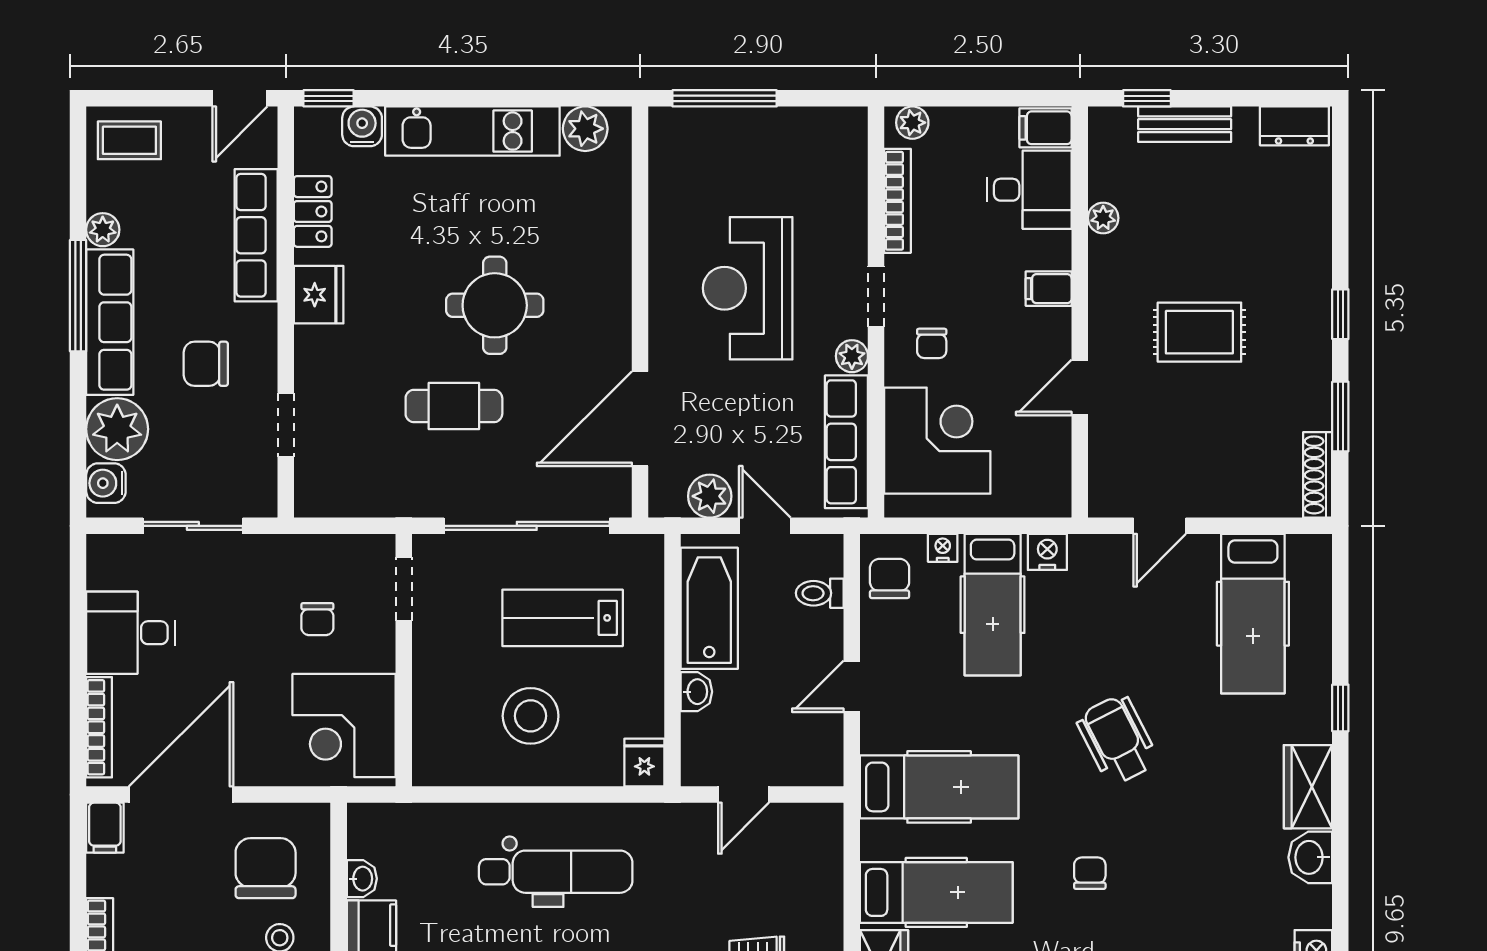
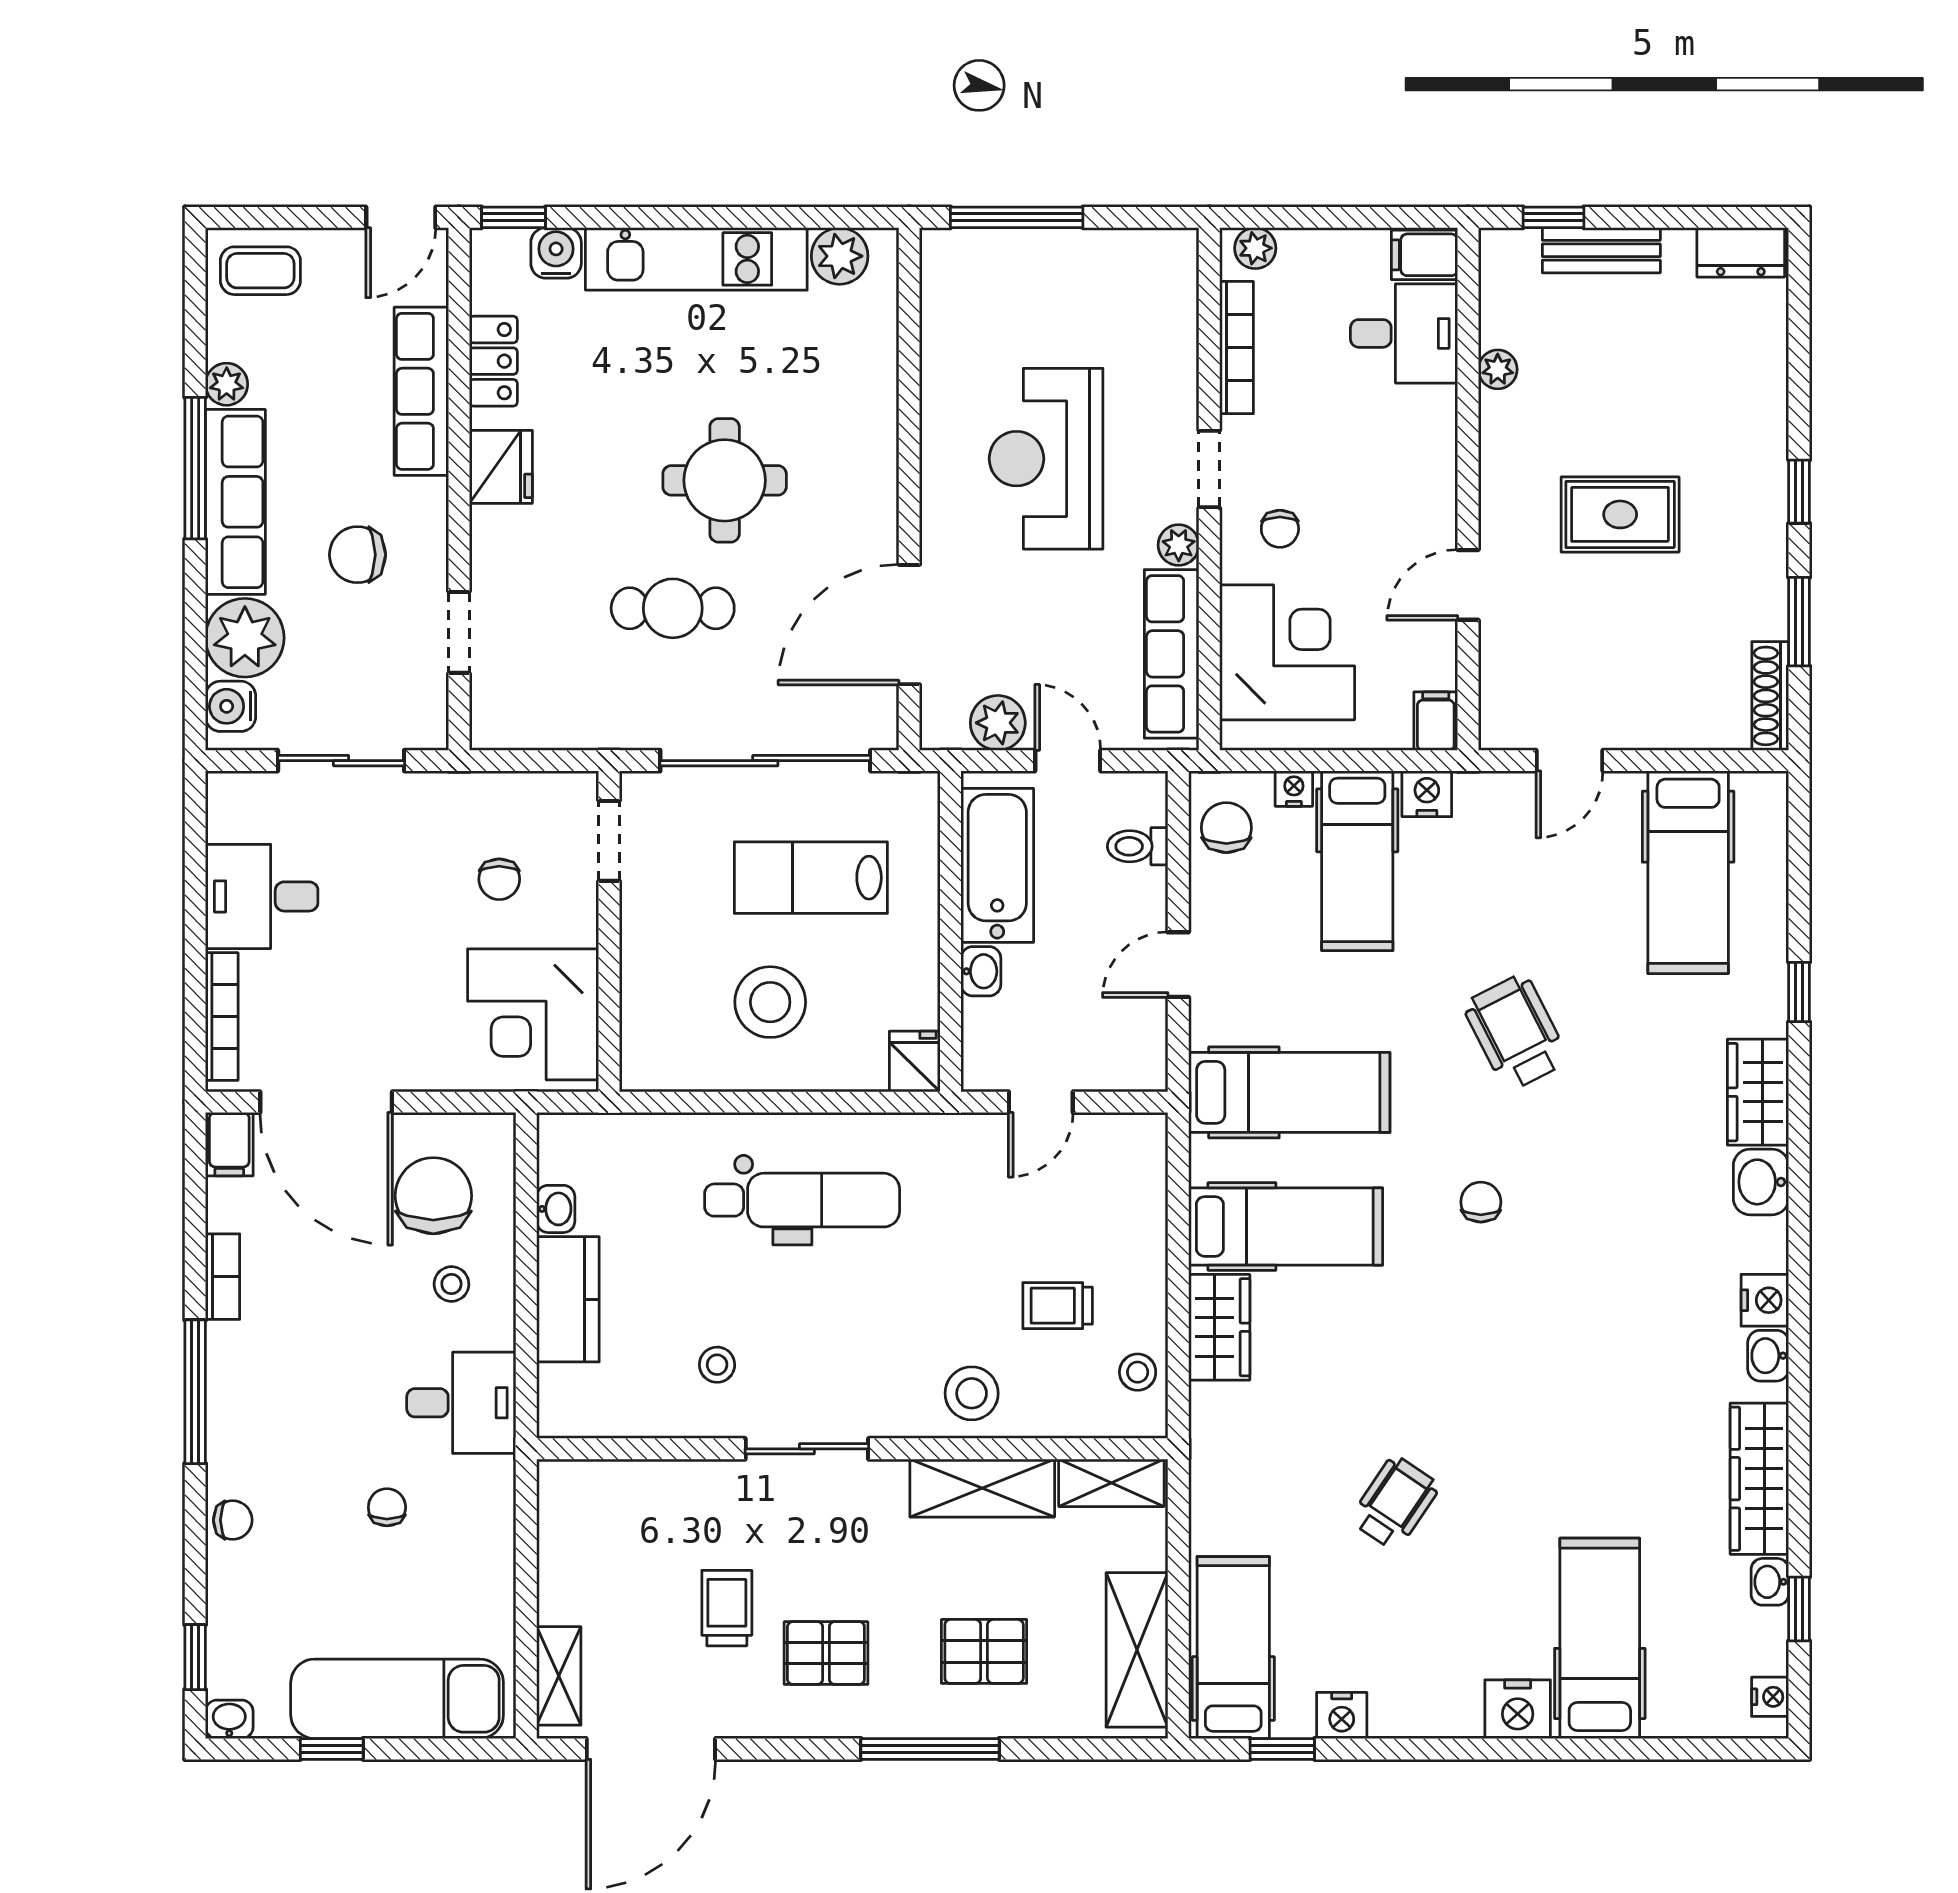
filing cabinet: (1049, 289) -> (1436, 721), moved, turned 90
door: (181, 795) -> (326, 1102), swing flipped

